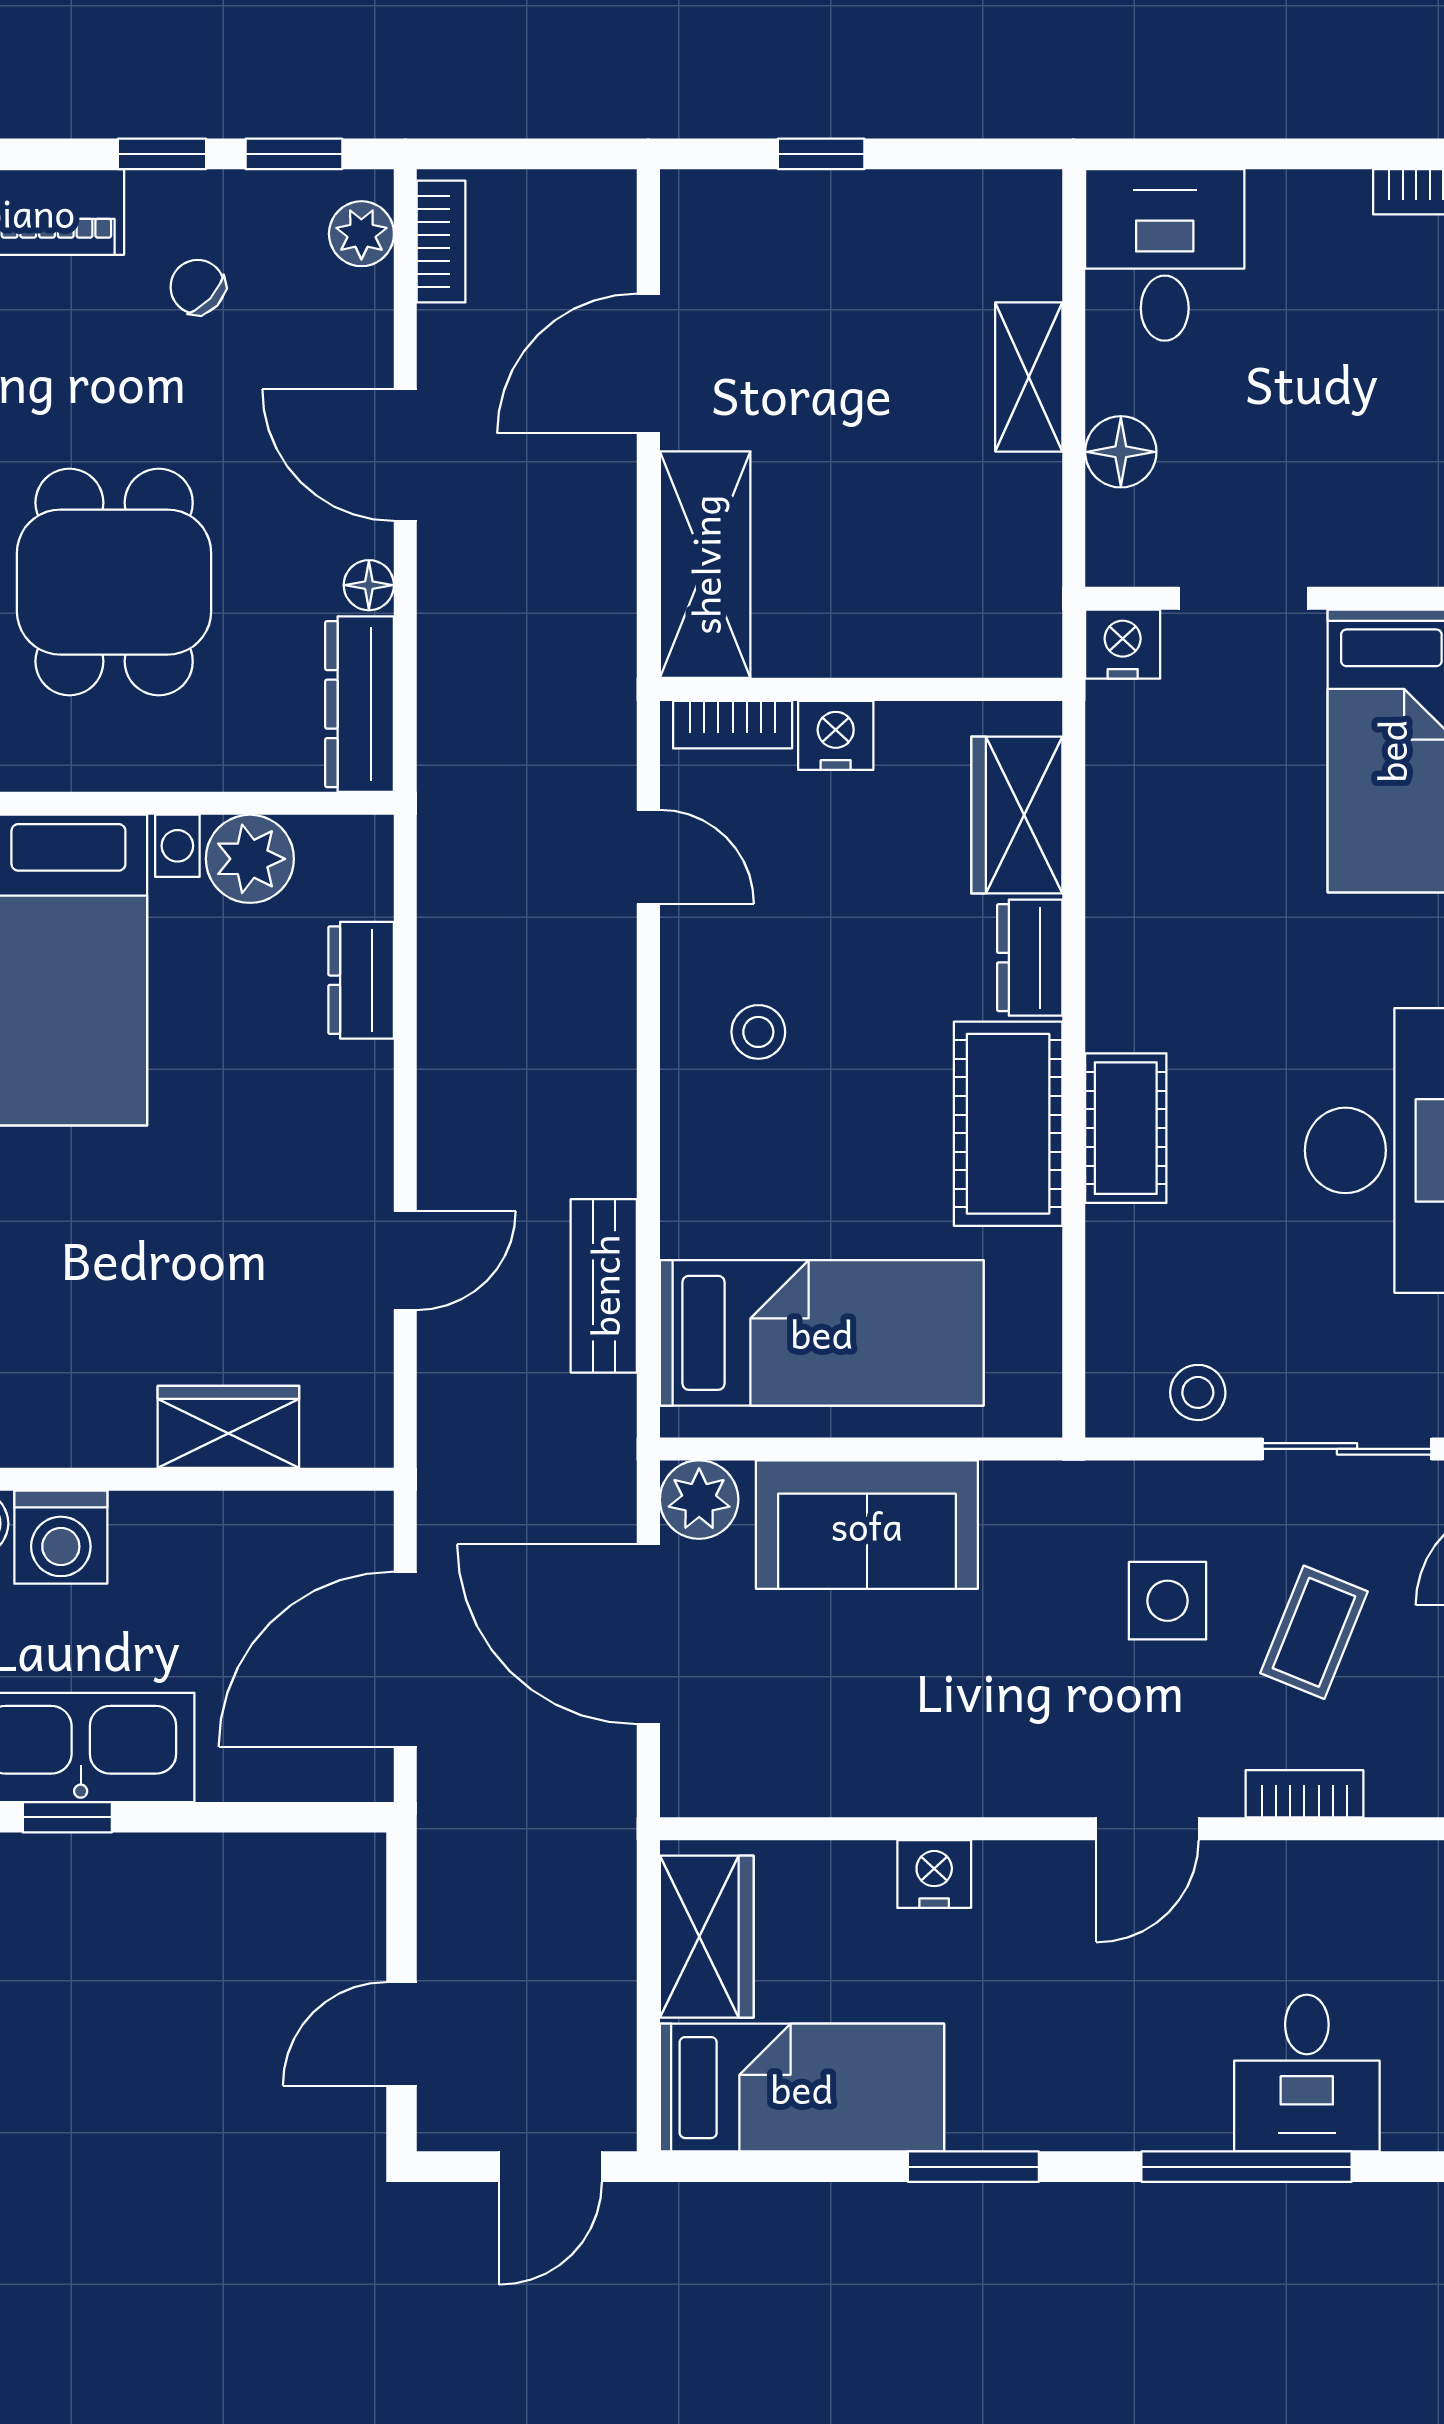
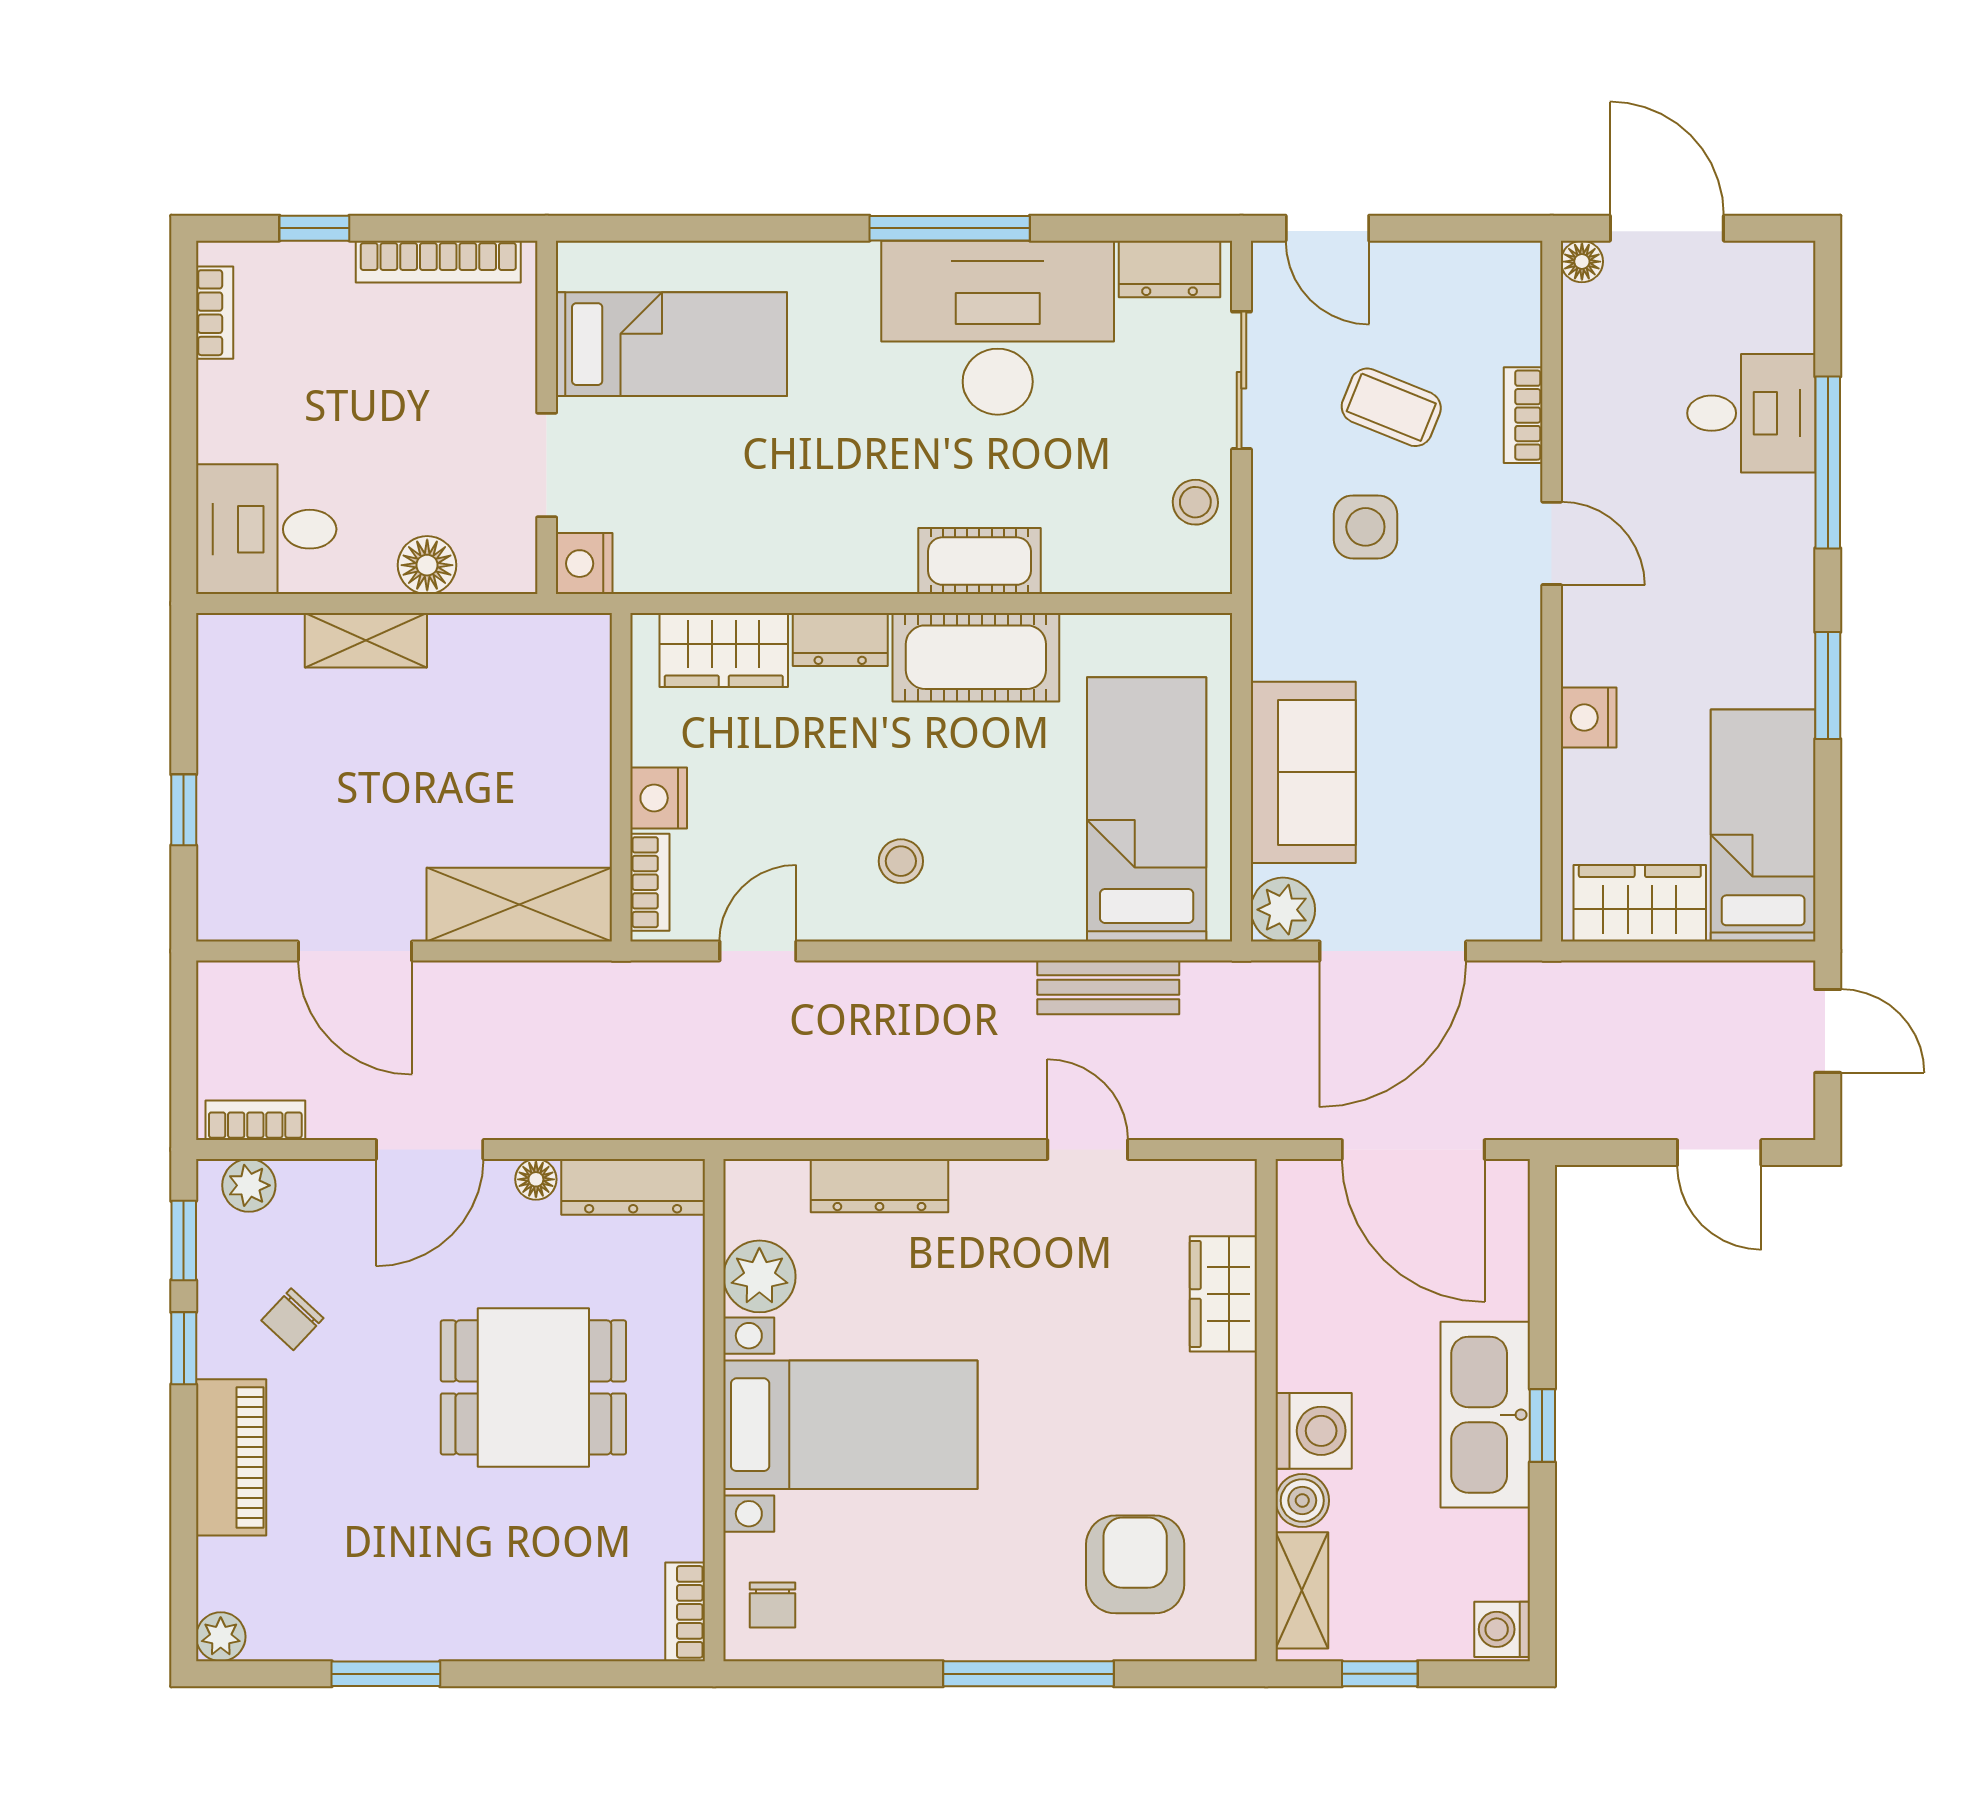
dresser: (361, 980) -> (879, 1186), width x1.44

